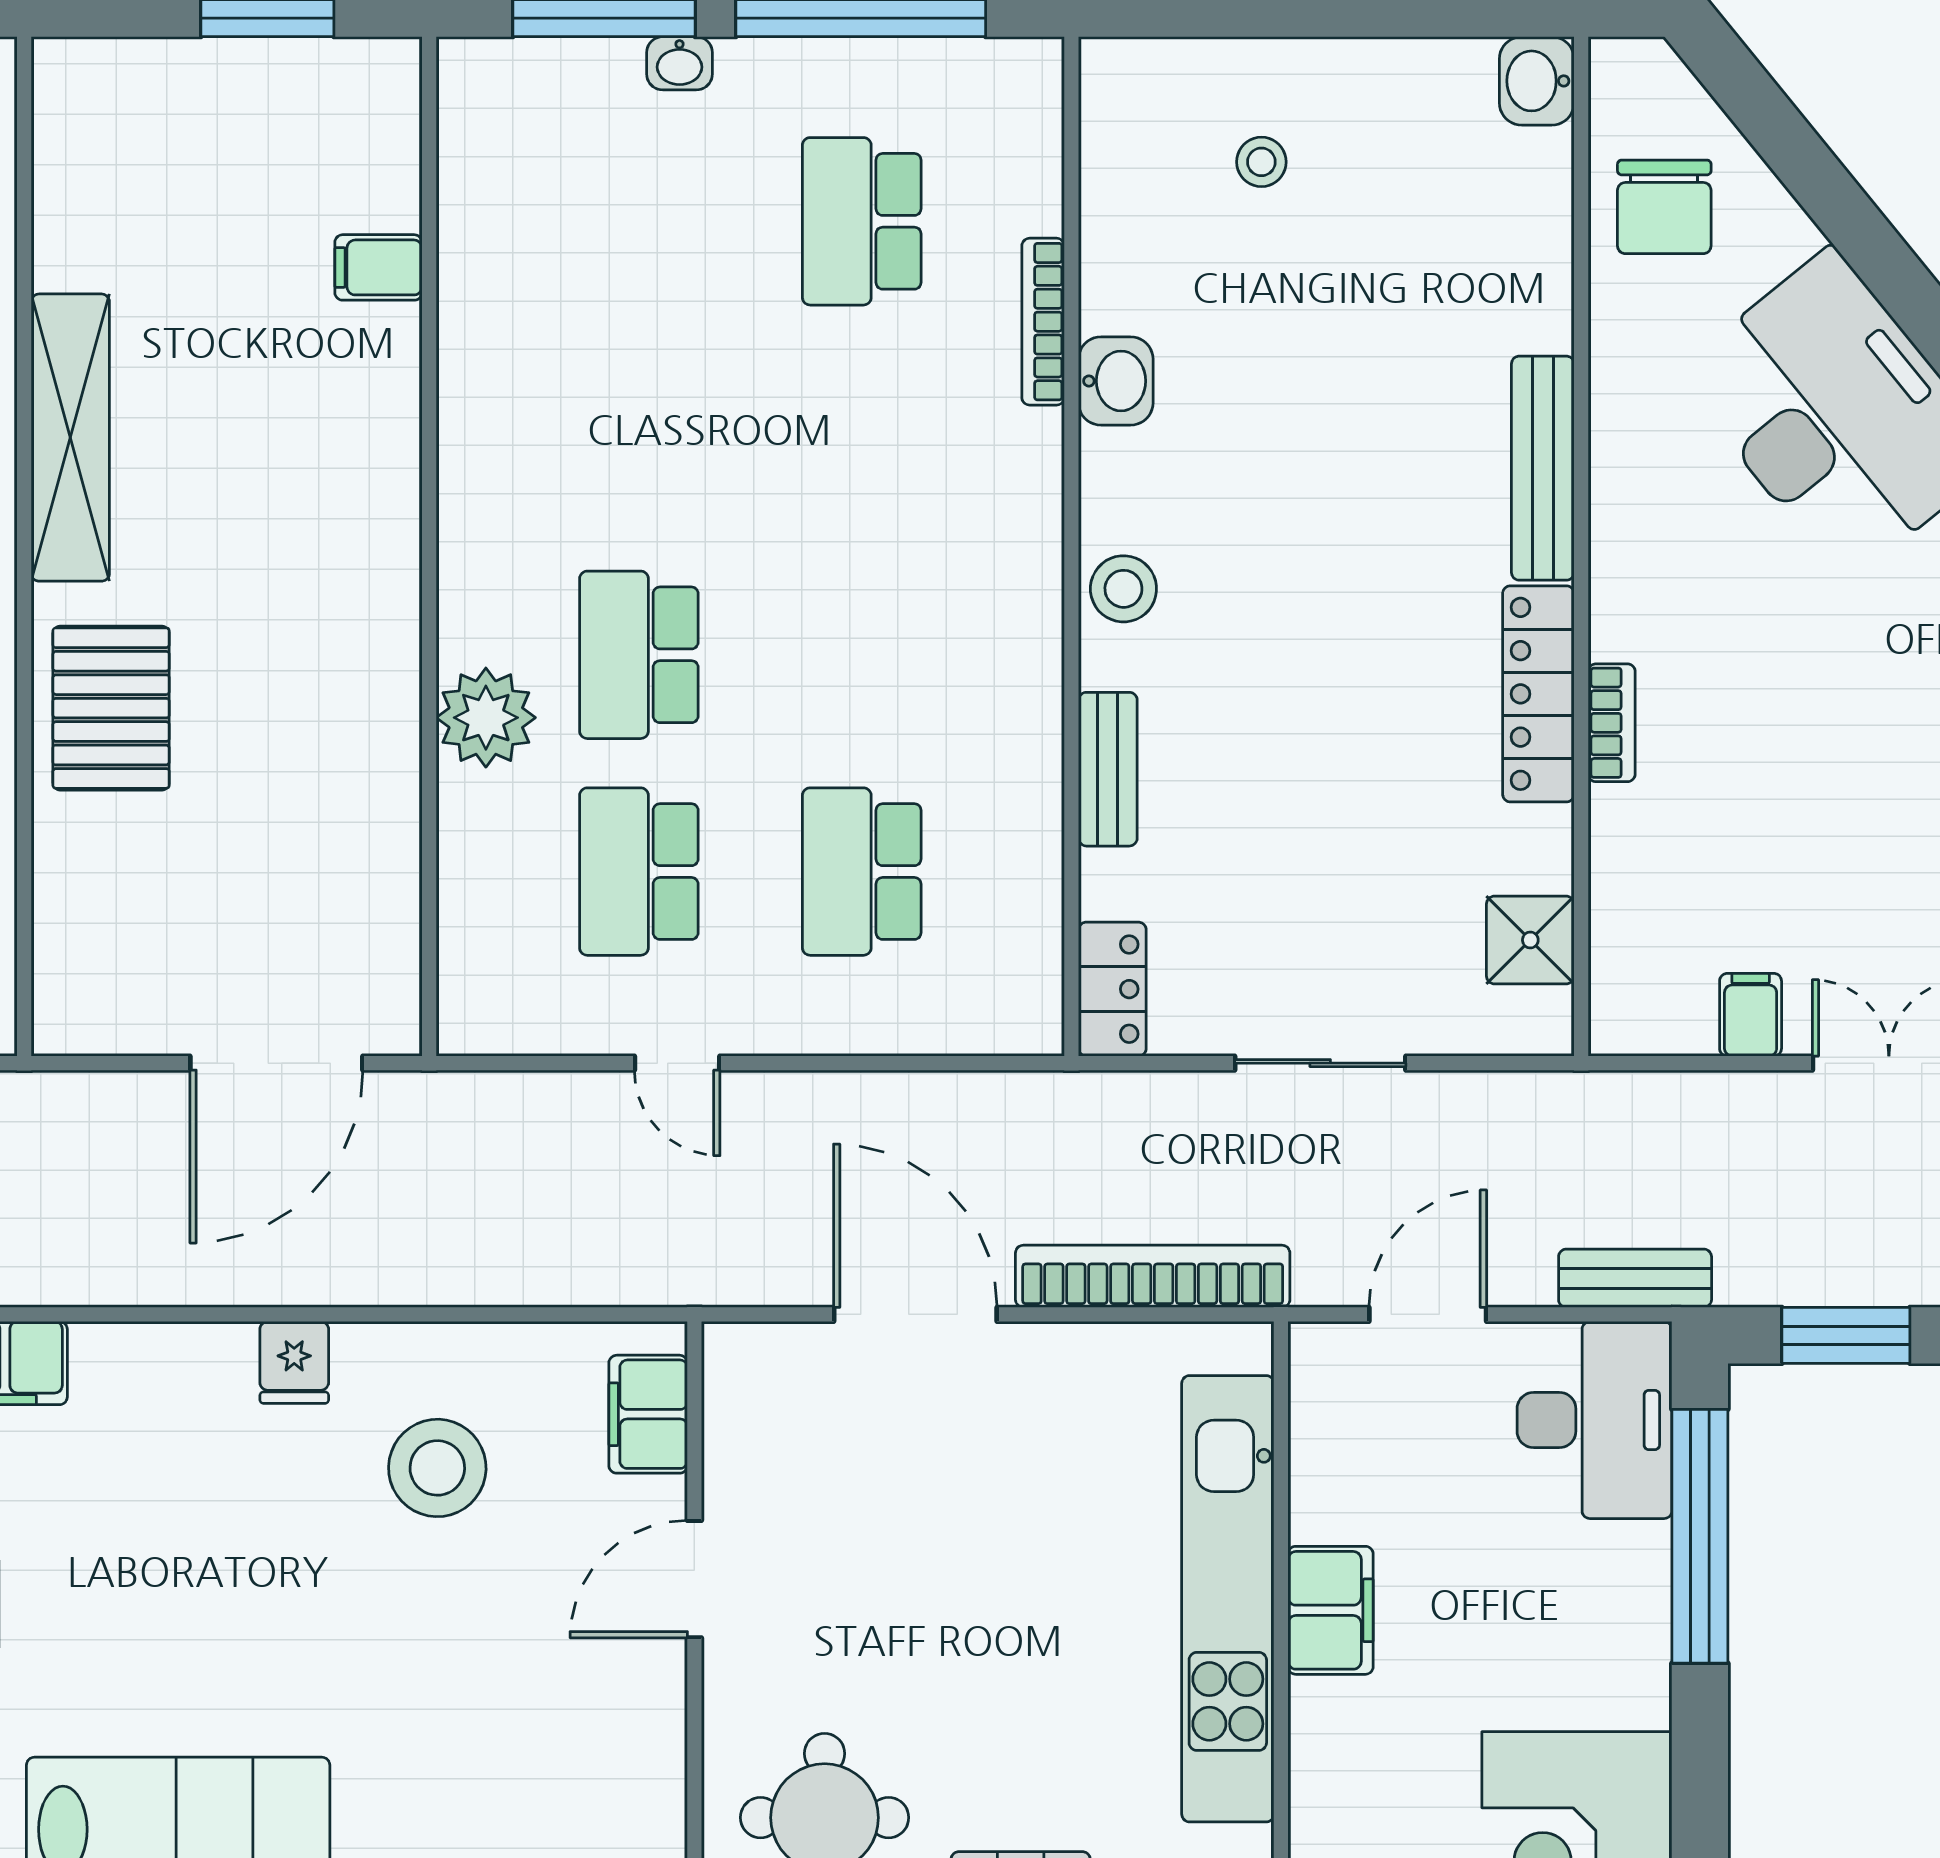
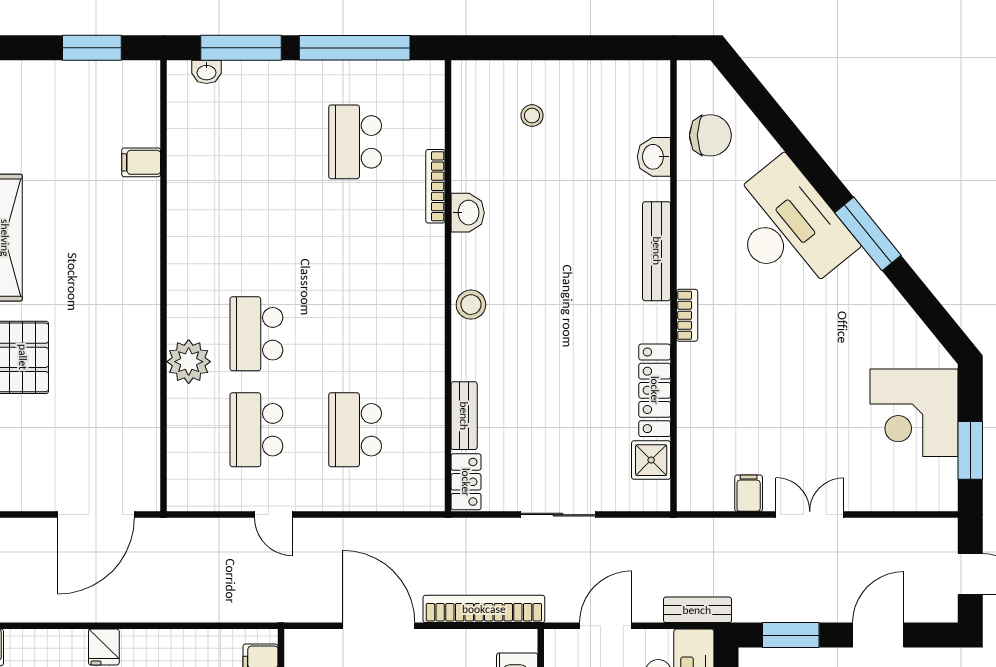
washbasin: (680, 63) -> (206, 72), moved
washbasin: (1537, 81) -> (654, 157), moved
chair: (1664, 207) -> (710, 135), turned -90
locker: (1538, 694) -> (655, 390), moved
bookcase: (1612, 723) -> (687, 315), moved
bench: (1108, 769) -> (464, 416), moved

